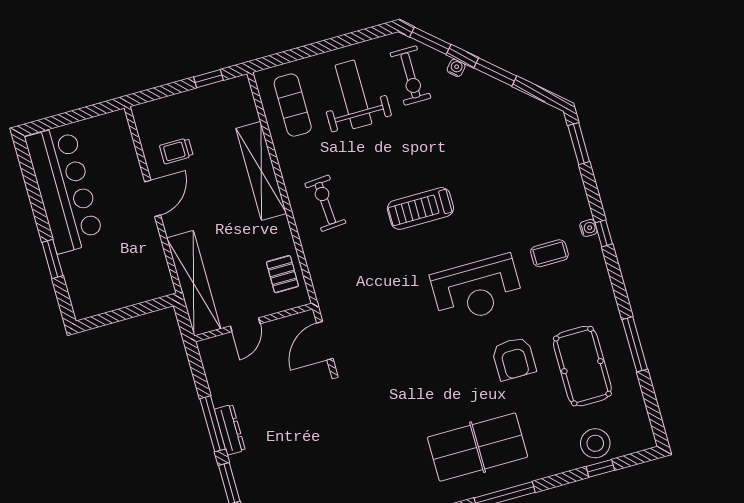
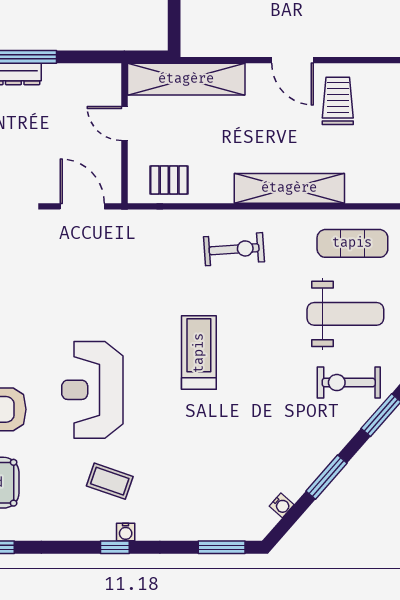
water cooler: (456, 68) -> (282, 505), moved
trolley: (176, 151) -> (338, 101), width x1.36, depth x1.39
coffee table: (549, 253) -> (110, 481), turned -71

